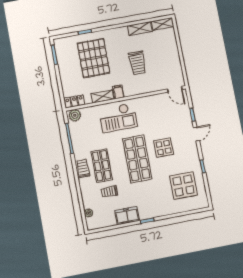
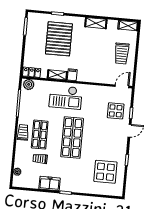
shelving: (140, 29) -> (96, 23), moved
trolley: (137, 63) -> (122, 53), moved
door: (175, 89) -> (122, 86), swing flipped
display table: (164, 148) -> (116, 111), moved

